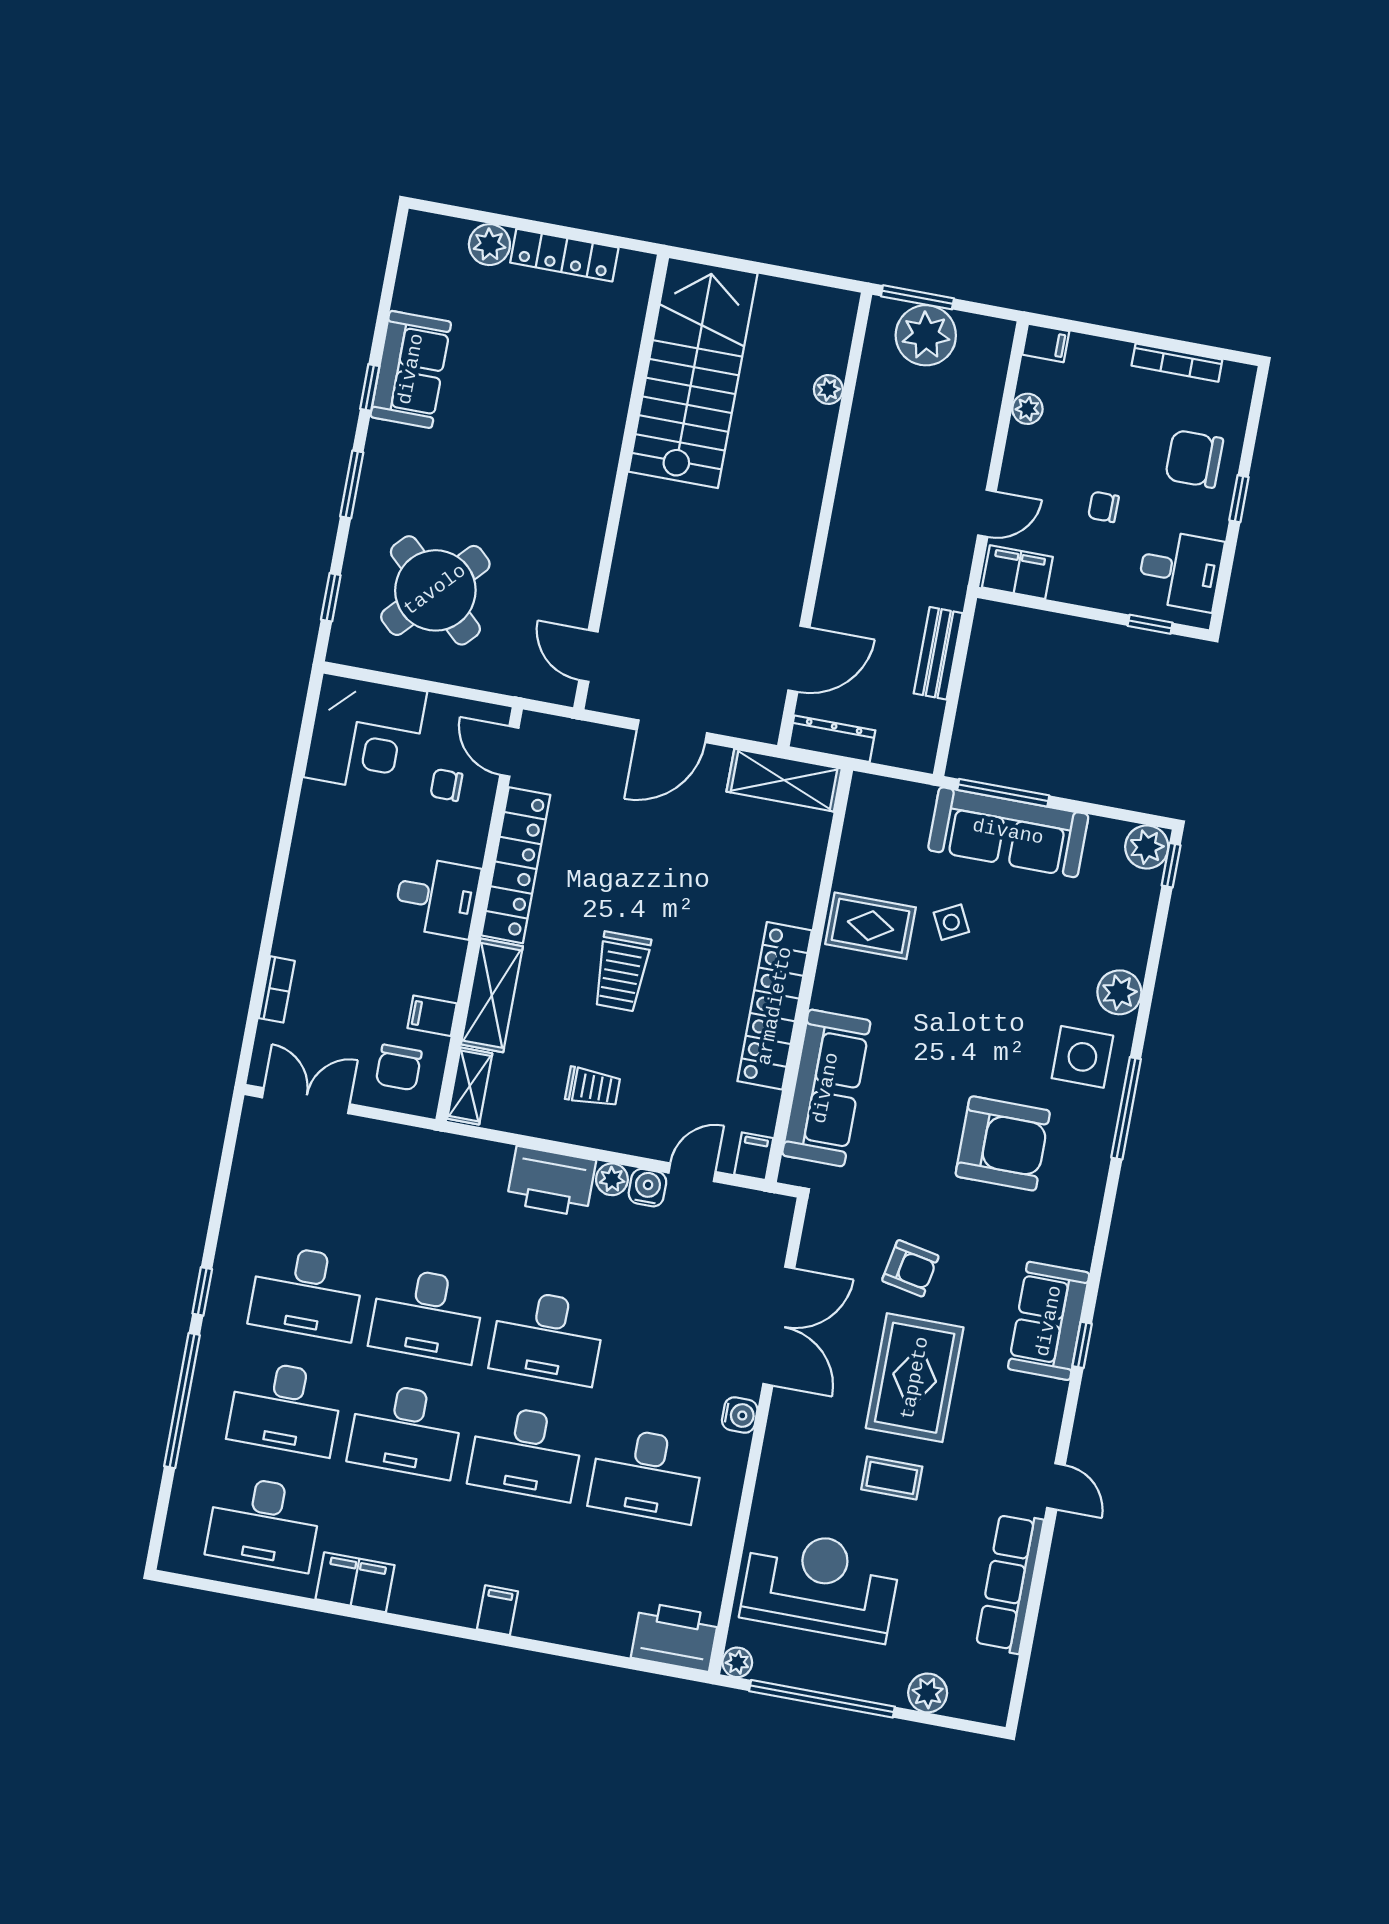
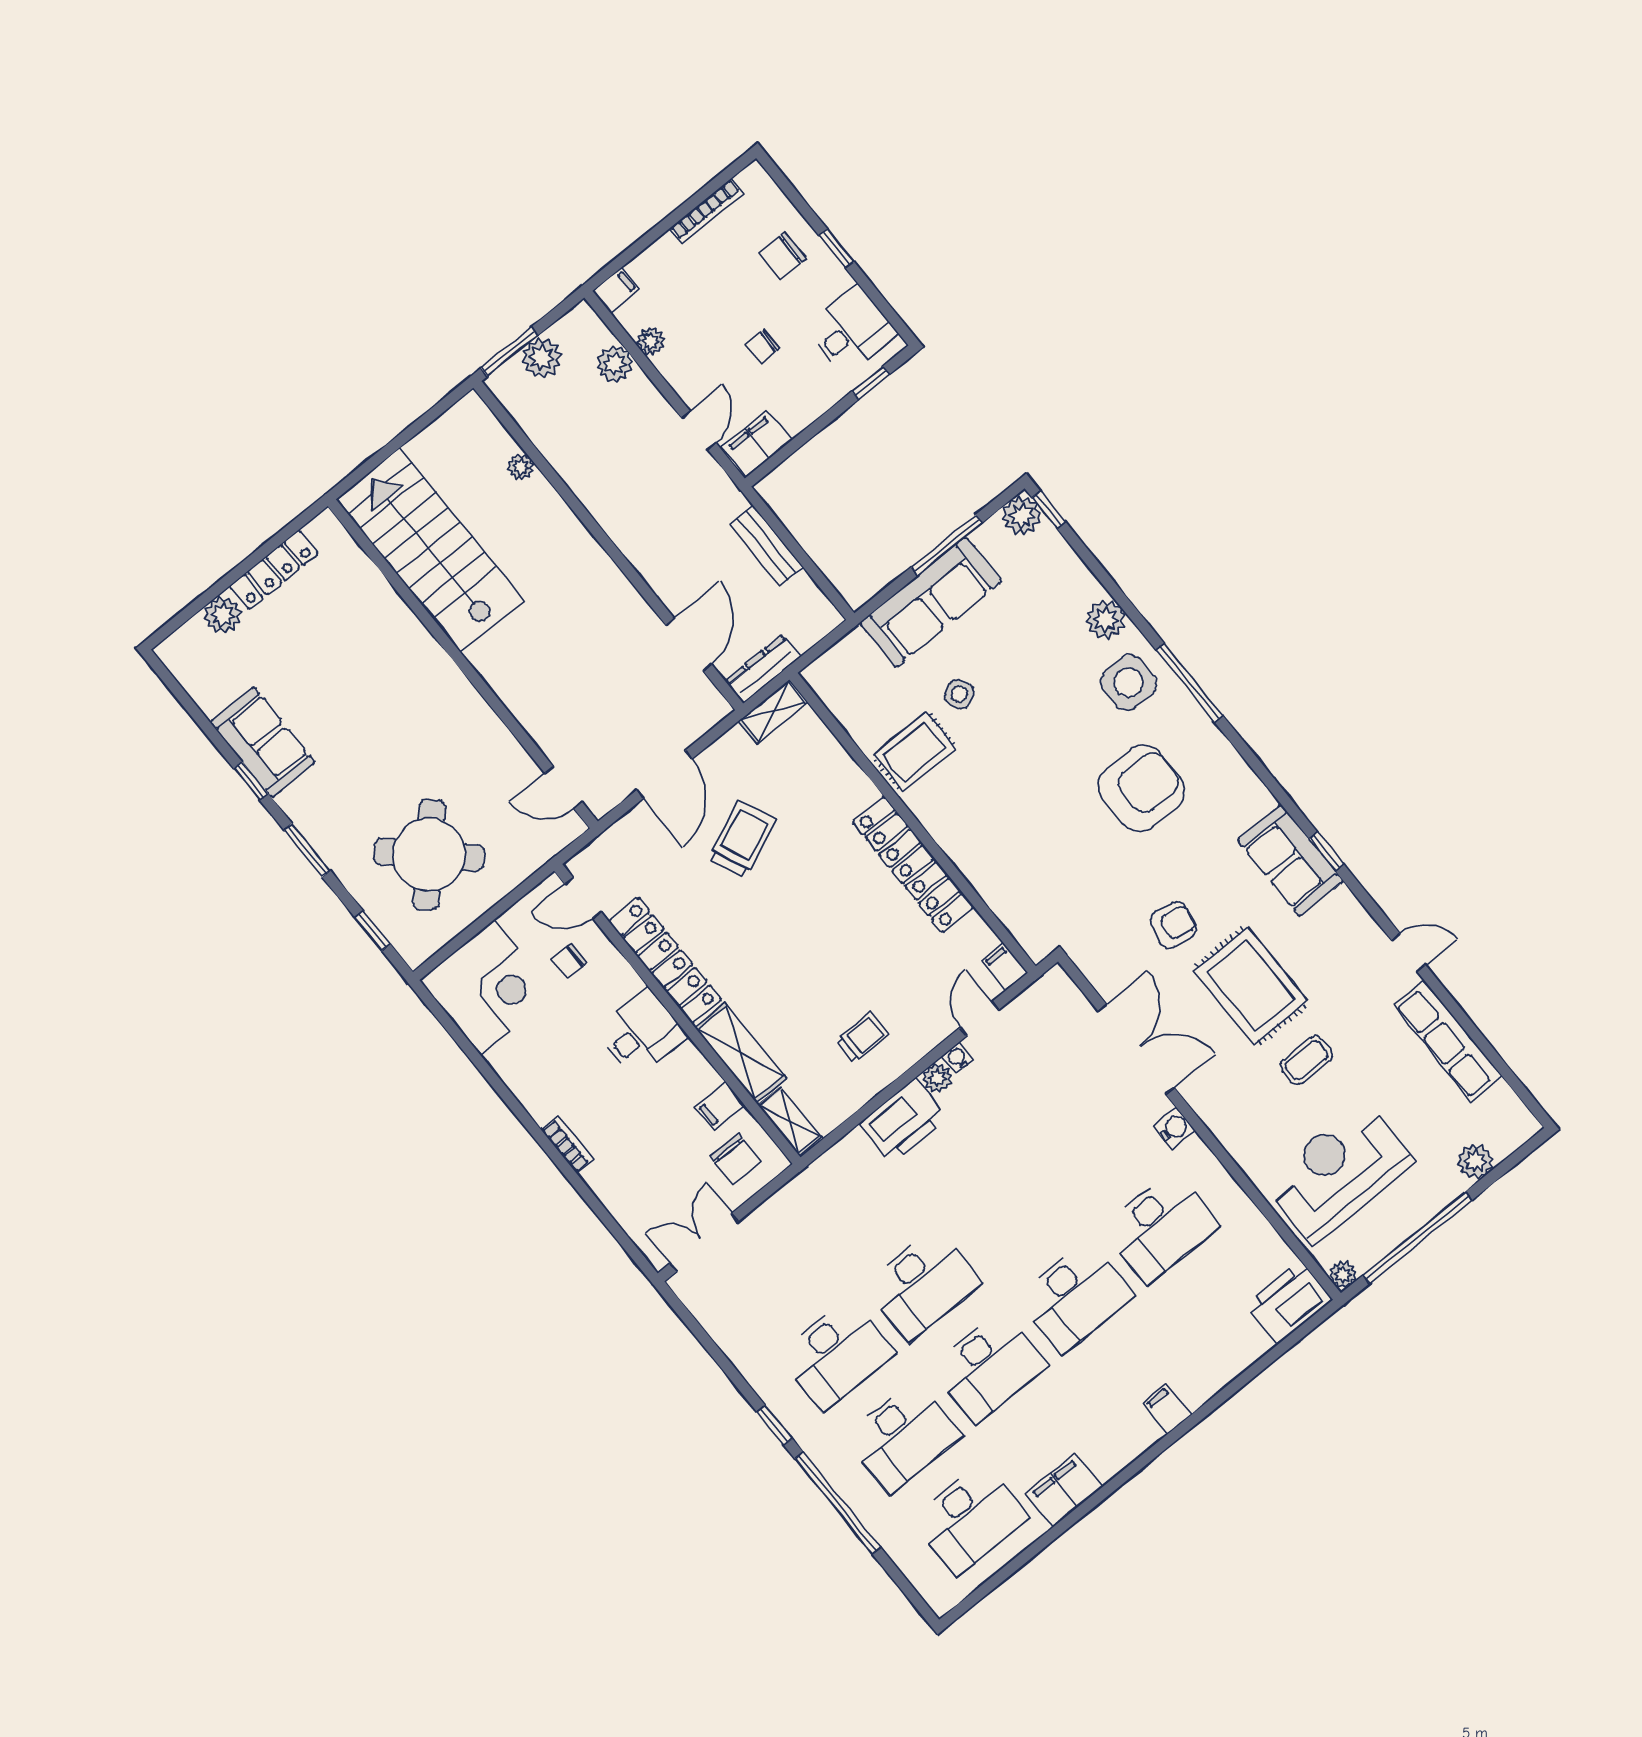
plant: (926, 335) -> (542, 358), width x0.73, depth x0.73
plant: (983, 395) -> (615, 364), added
chair: (1194, 459) -> (783, 256), width x0.73, depth x0.73
shelving: (784, 780) -> (773, 712), width x0.67, depth x0.75
window: (1003, 793) -> (947, 545), moved
trolley: (621, 972) -> (742, 839), moved, turned -113
bookcase: (277, 989) -> (567, 1144), moved
sofa: (826, 1088) -> (1000, 877), removed
water cooler: (647, 1188) -> (958, 1058), width x0.72, depth x0.72
desk: (548, 1337) -> (1008, 1215), removed

